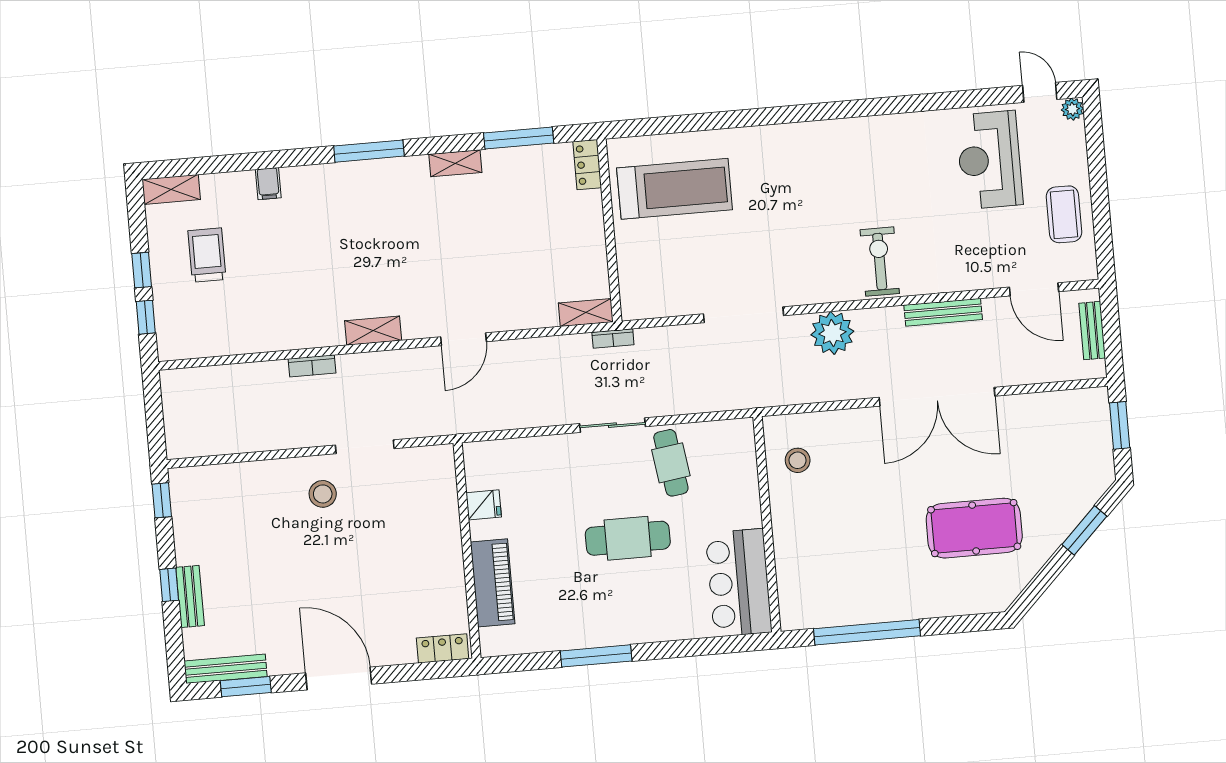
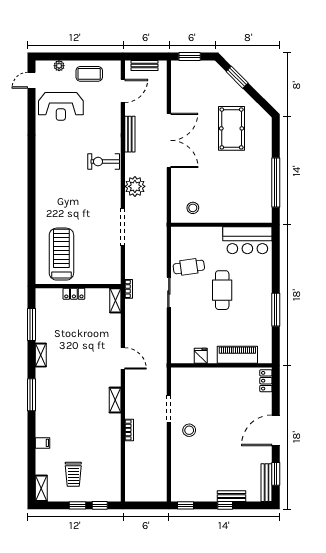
plant: (1072, 109) -> (59, 66), moved
locker: (587, 165) -> (74, 294), moved
trolley: (207, 255) -> (73, 474), turned -90

